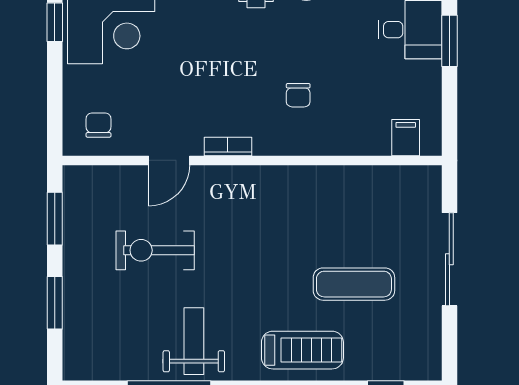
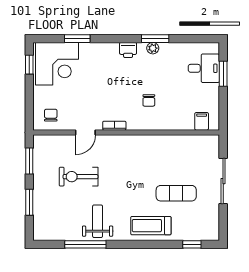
treadmill: (302, 350) -> (151, 226), turned 180

